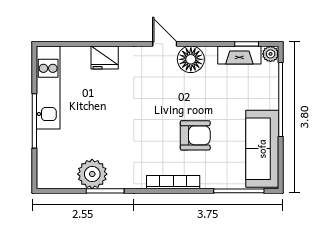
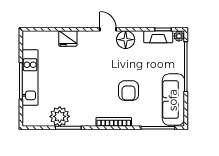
kitchen unit: (48, 87) -> (30, 78), moved
armchair: (195, 135) -> (129, 91), turned 90

